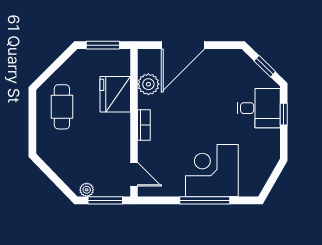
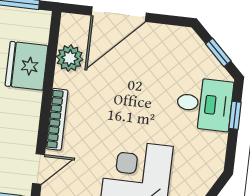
bookcase: (144, 125) -> (57, 119), width x1.56
door: (134, 174) -> (39, 169), hinge flipped

